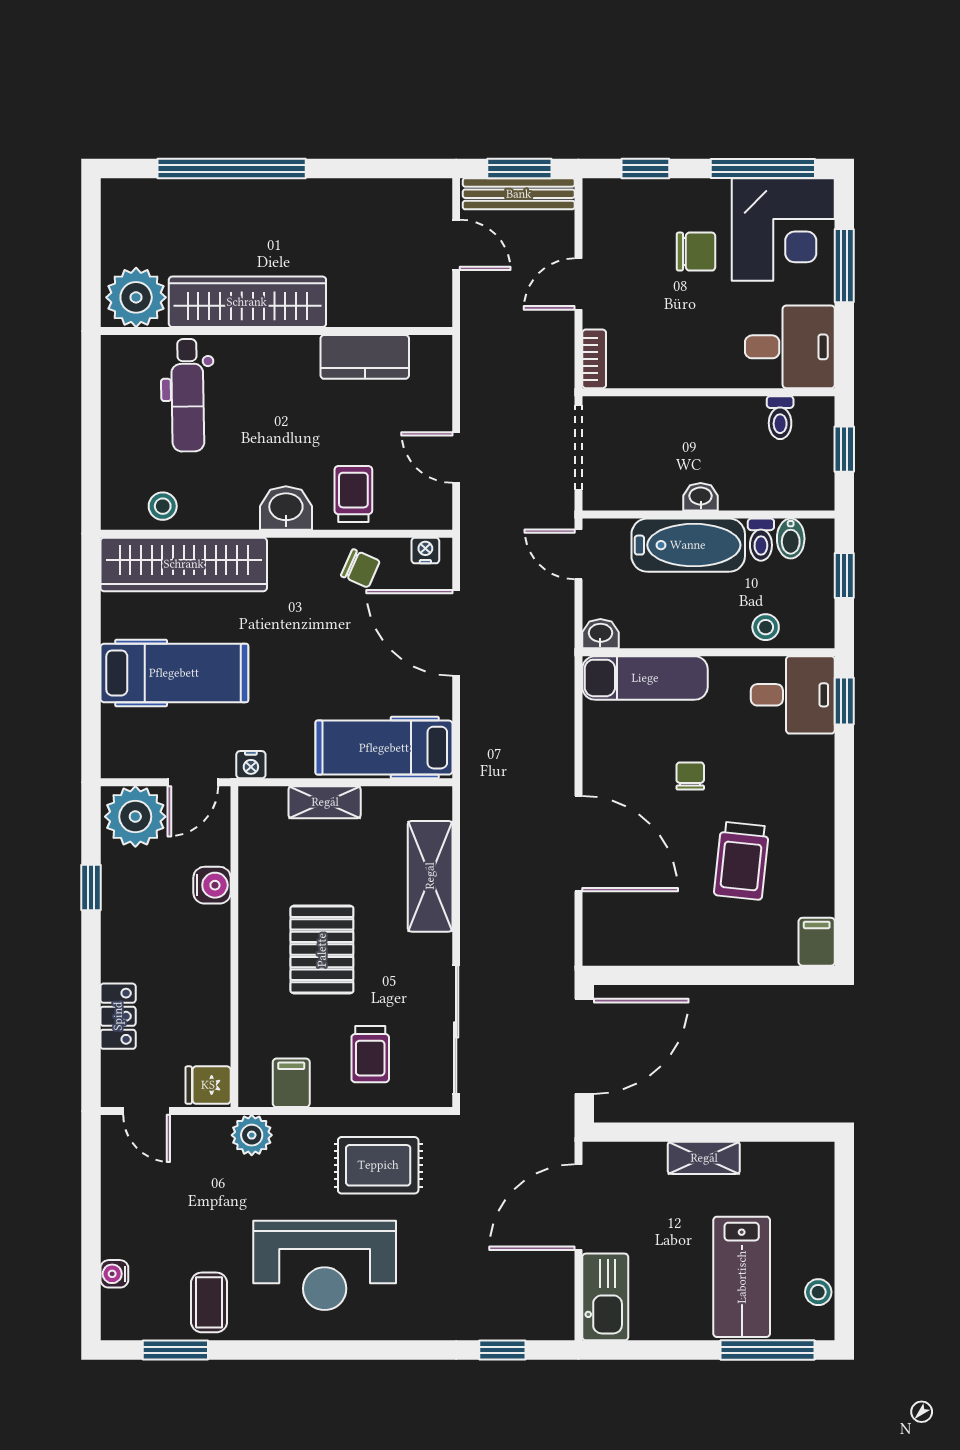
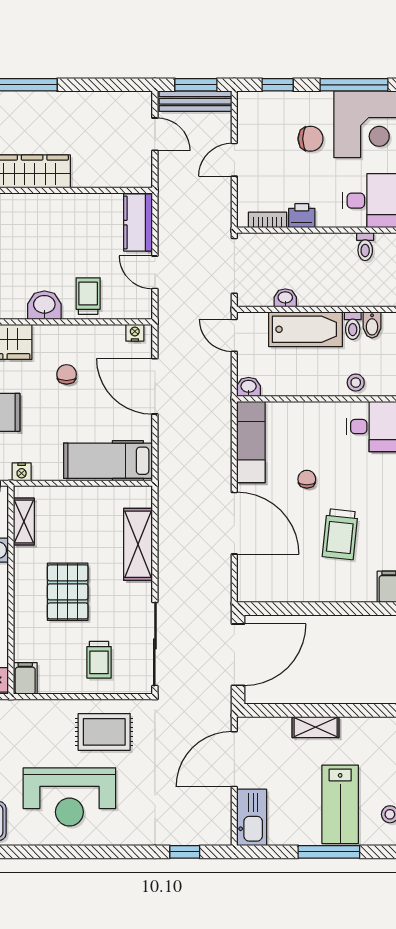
kitchen counter: (365, 357) -> (138, 223), moved, turned 90
bookcase: (594, 359) -> (267, 220), moved, turned -90
printer: (682, 370) -> (302, 216), added
washbasin: (701, 497) -> (285, 298), moved
chair: (360, 568) -> (67, 374), moved, turned -114
exam couch: (645, 678) -> (251, 442), moved, turned -90
shelving: (325, 802) -> (24, 522), moved, turned 90
filing cabinet: (291, 1083) -> (25, 678), moved
plant: (252, 1135) -> (22, 712), removed
window: (768, 1350) -> (329, 852), moved

